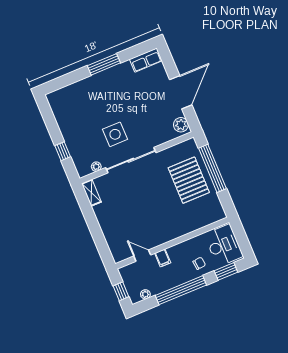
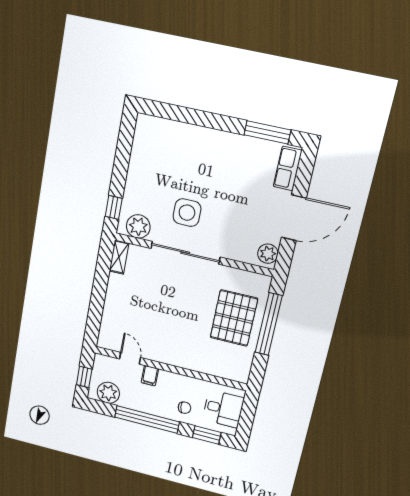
row of seats: (146, 60) -> (288, 168), moved, turned 90
window: (104, 64) -> (267, 132), moved
window: (63, 151) -> (114, 207), moved
plant: (96, 167) -> (138, 226), width x1.88, depth x1.88
desk: (224, 245) -> (223, 409), width x0.73
plant: (145, 294) -> (108, 393), width x1.87, depth x1.87

